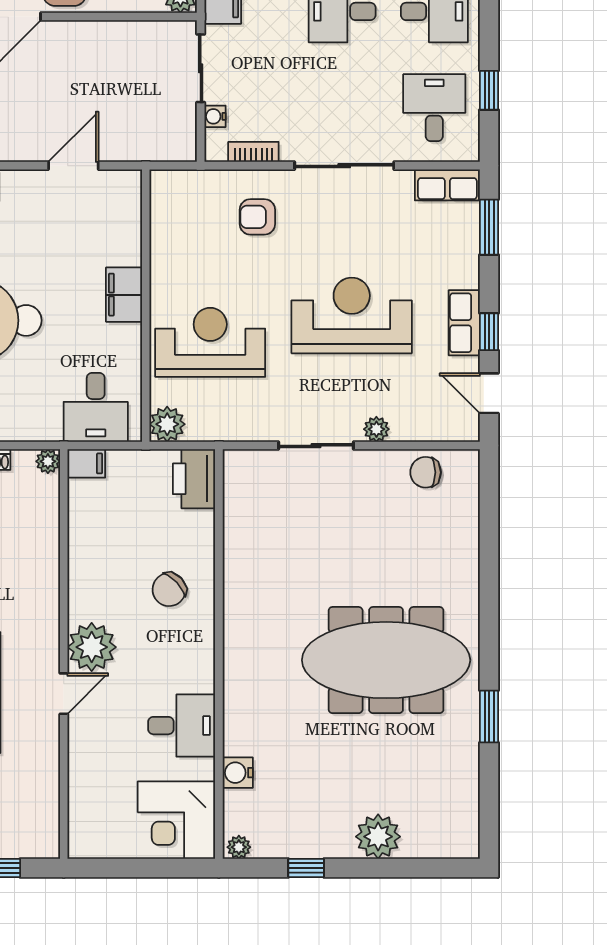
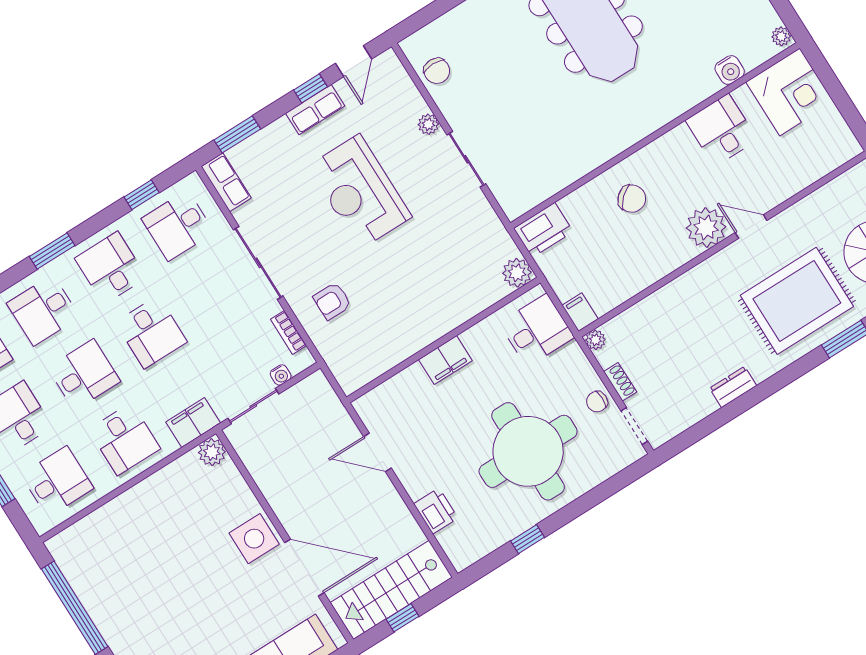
armchair: (257, 217) -> (332, 301), turned 90
reception desk: (210, 342) -> (441, 279), removed

